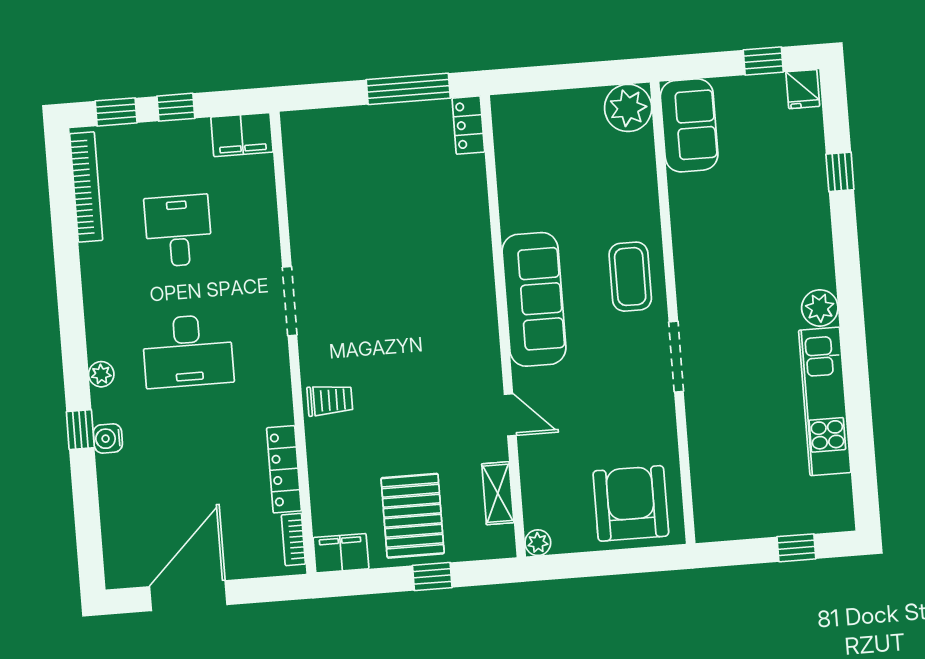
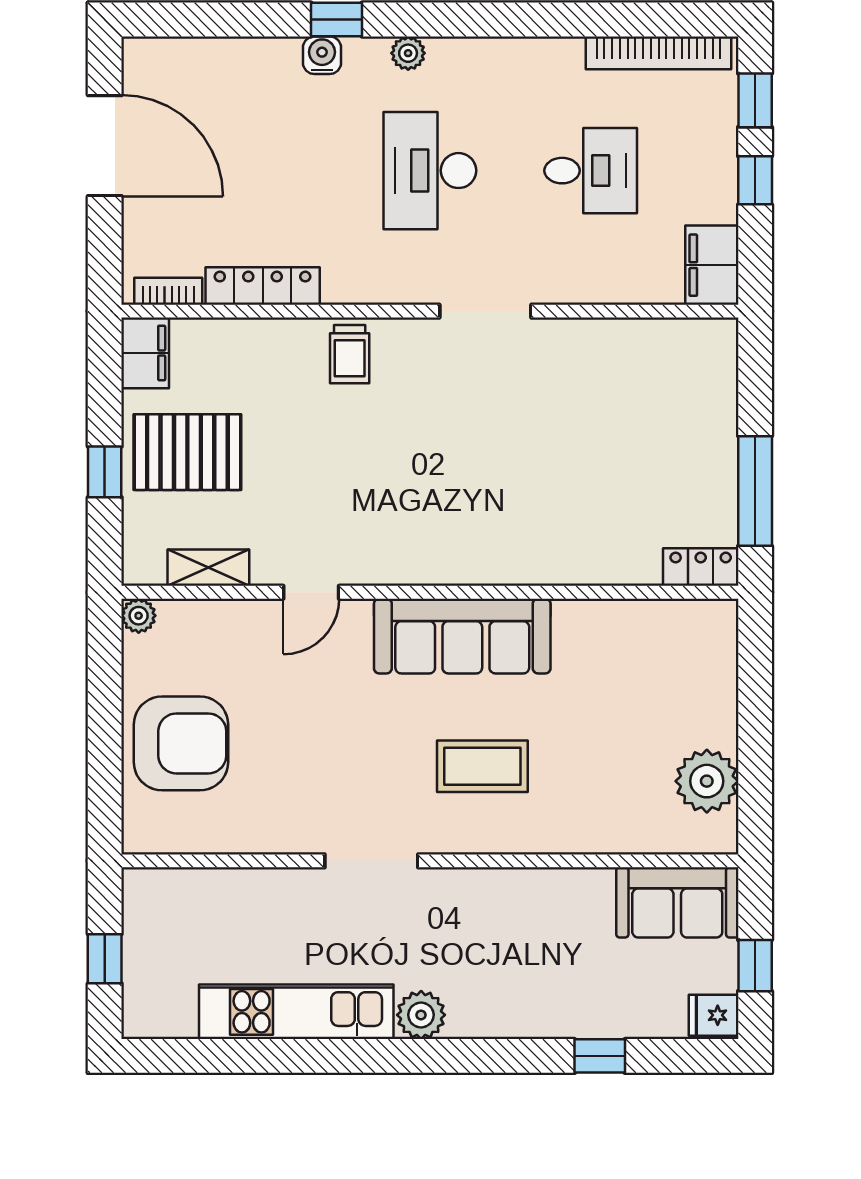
sofa: (689, 125) -> (677, 902), moved
wall: (673, 313) -> (430, 861), moved
doorway: (676, 357) -> (371, 861), moved

